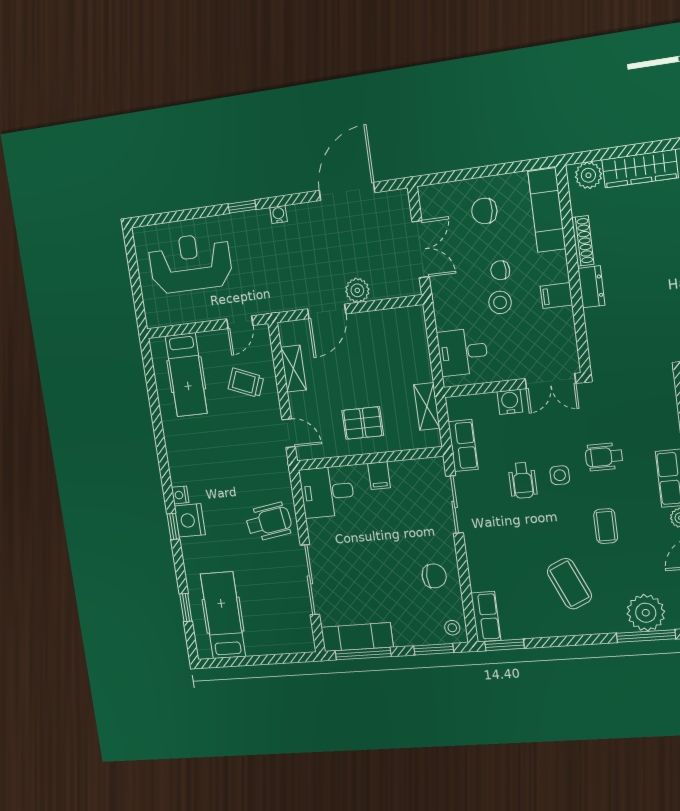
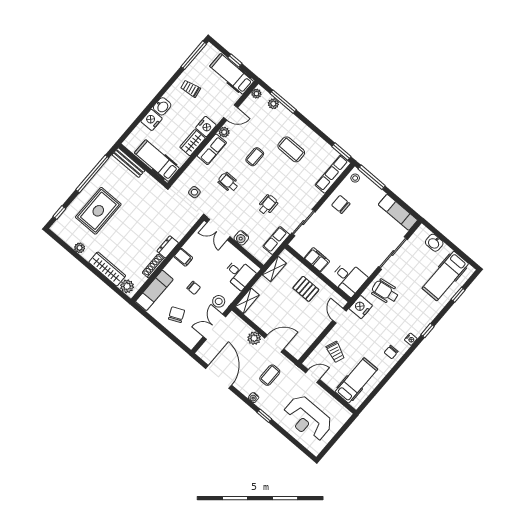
door: (347, 191) -> (219, 377), swing flipped
chair: (484, 211) -> (177, 315), turned -120
coffee table: (290, 265) -> (270, 375), added
stool: (500, 302) -> (219, 301), moved
shelving: (293, 369) -> (247, 301), moved
double door: (550, 381) -> (218, 230), swing flipped
chair: (185, 455) -> (391, 352), added
wheelchair: (604, 457) -> (228, 182), turned 180
side table: (560, 475) -> (194, 192), moved
filing cabinet: (379, 476) -> (317, 260), width x2.00
nightstand: (190, 520) -> (361, 307), moved, turned 180
coffee table: (569, 584) -> (291, 149), turned -66
plant: (646, 613) -> (273, 104), width x0.53, depth x0.53
row of seats: (486, 617) -> (333, 174), width x1.48
washbasin: (277, 643) -> (434, 243), added
window: (434, 649) -> (372, 177), width x1.44
window: (363, 654) -> (403, 204), removed

